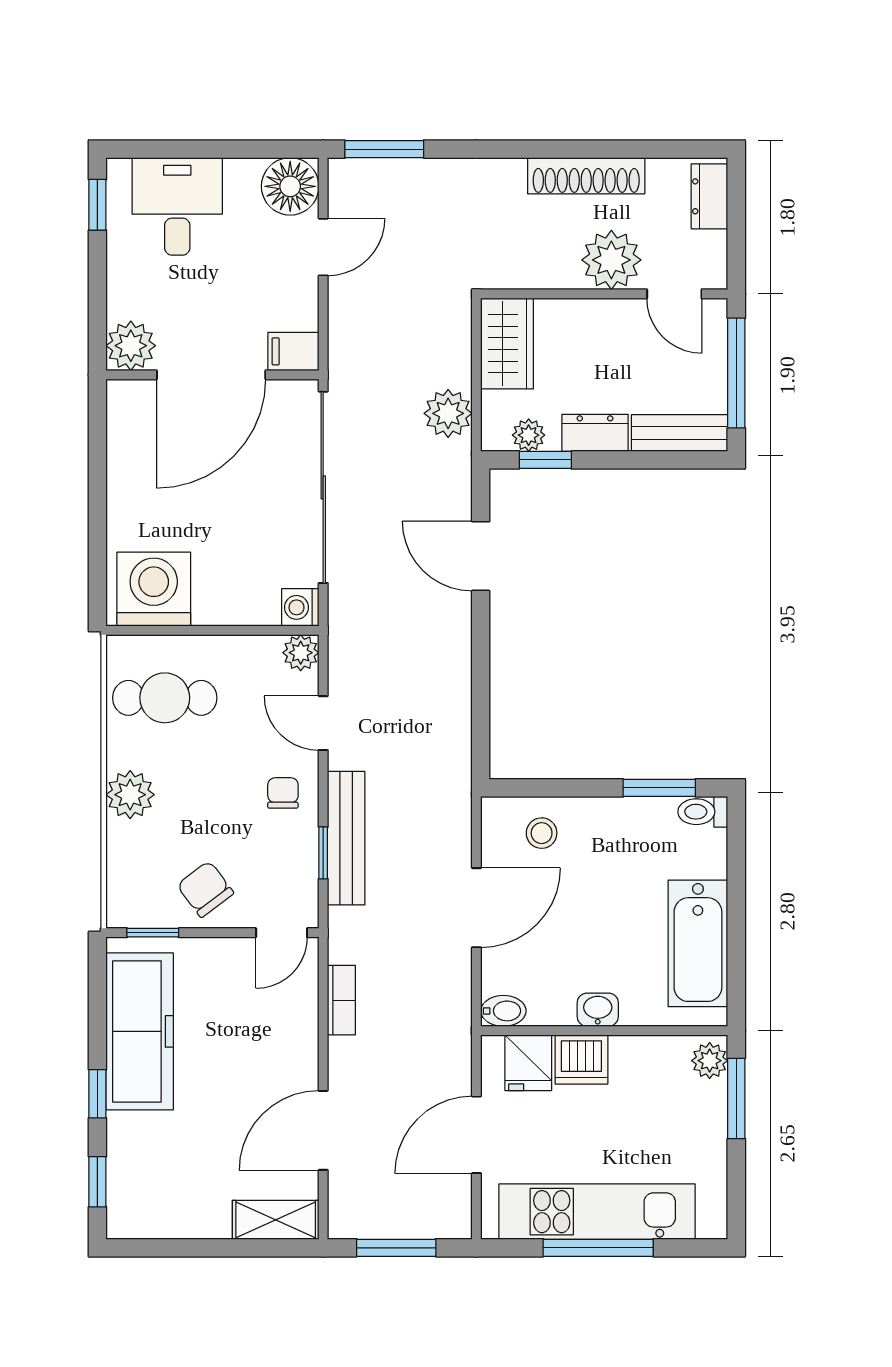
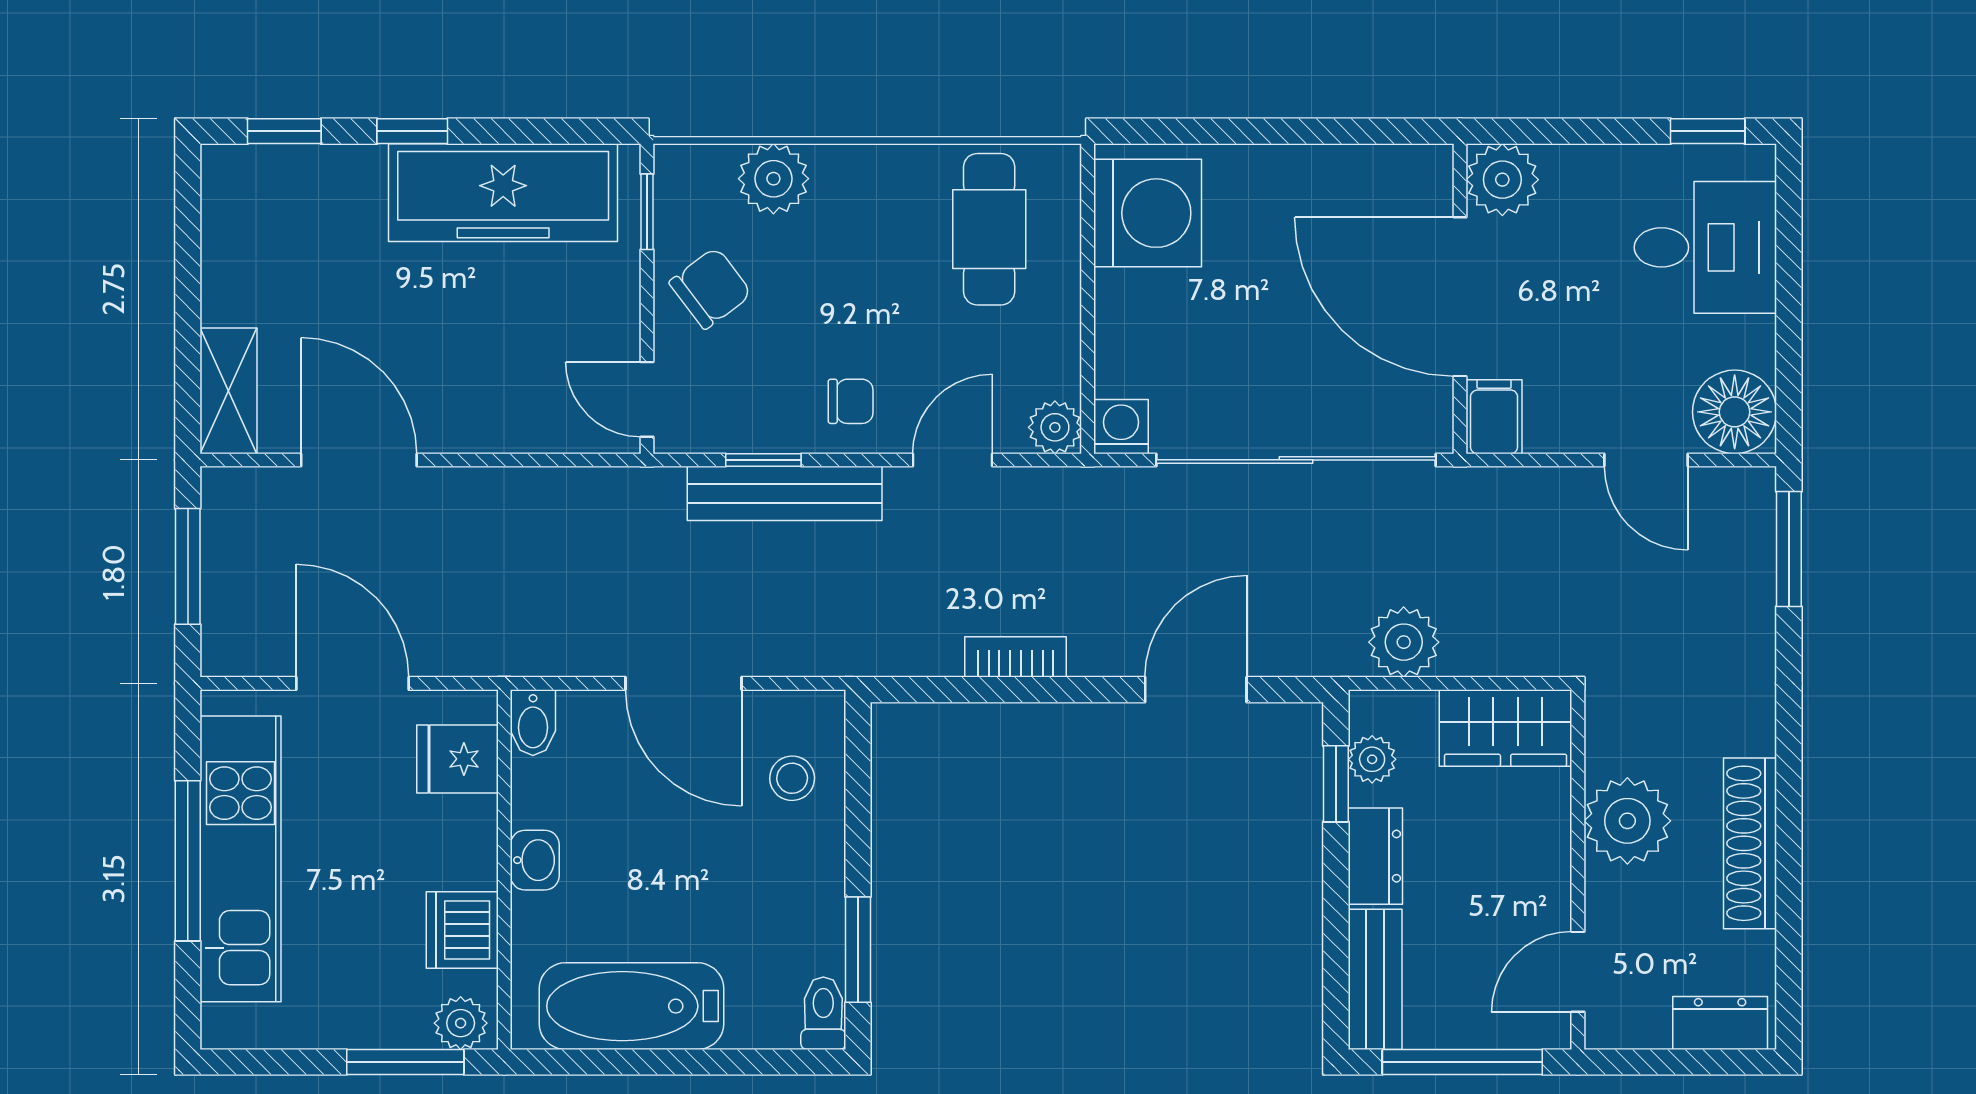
plant: (611, 260) -> (1627, 821), moved
plant: (130, 795) -> (773, 179), moved
bookcase: (341, 1000) -> (1016, 657), moved, turned 180
dishwasher: (581, 1060) -> (462, 930), moved

